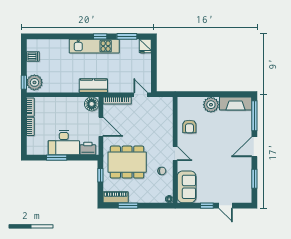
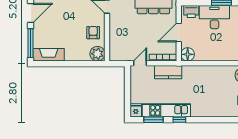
kitchen unit: (94, 46) -> (166, 110), moved
kitchen counter: (93, 86) -> (168, 72), moved
door: (141, 95) -> (140, 63), swing flipped
plant: (211, 105) -> (97, 54), moved
door: (101, 127) -> (179, 32), hinge flipped

